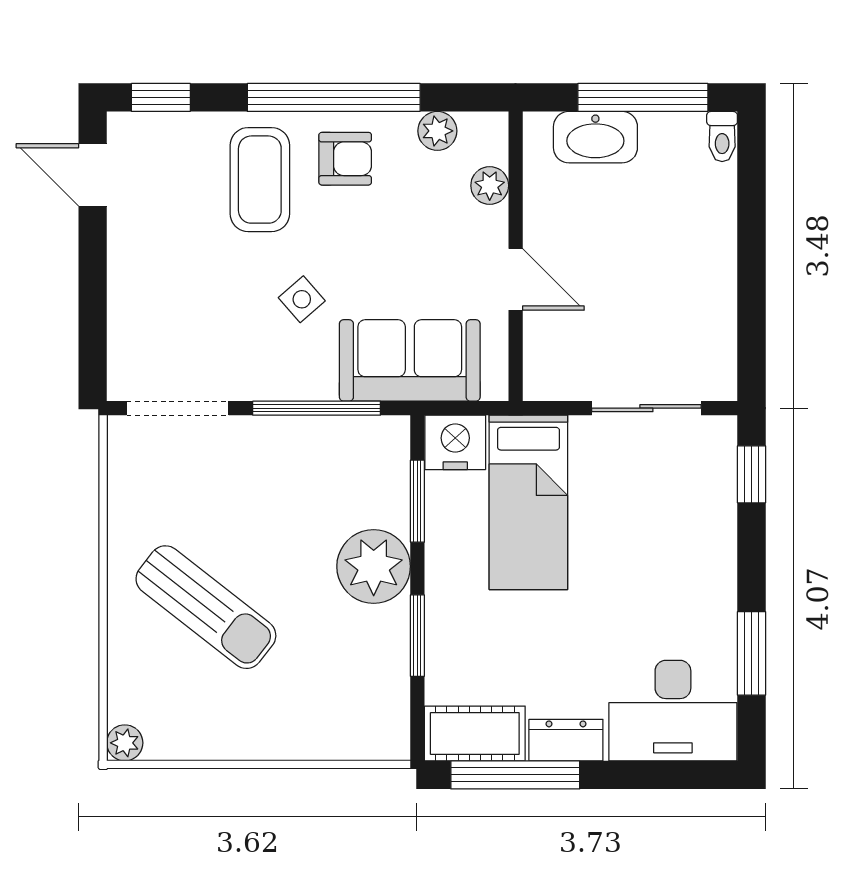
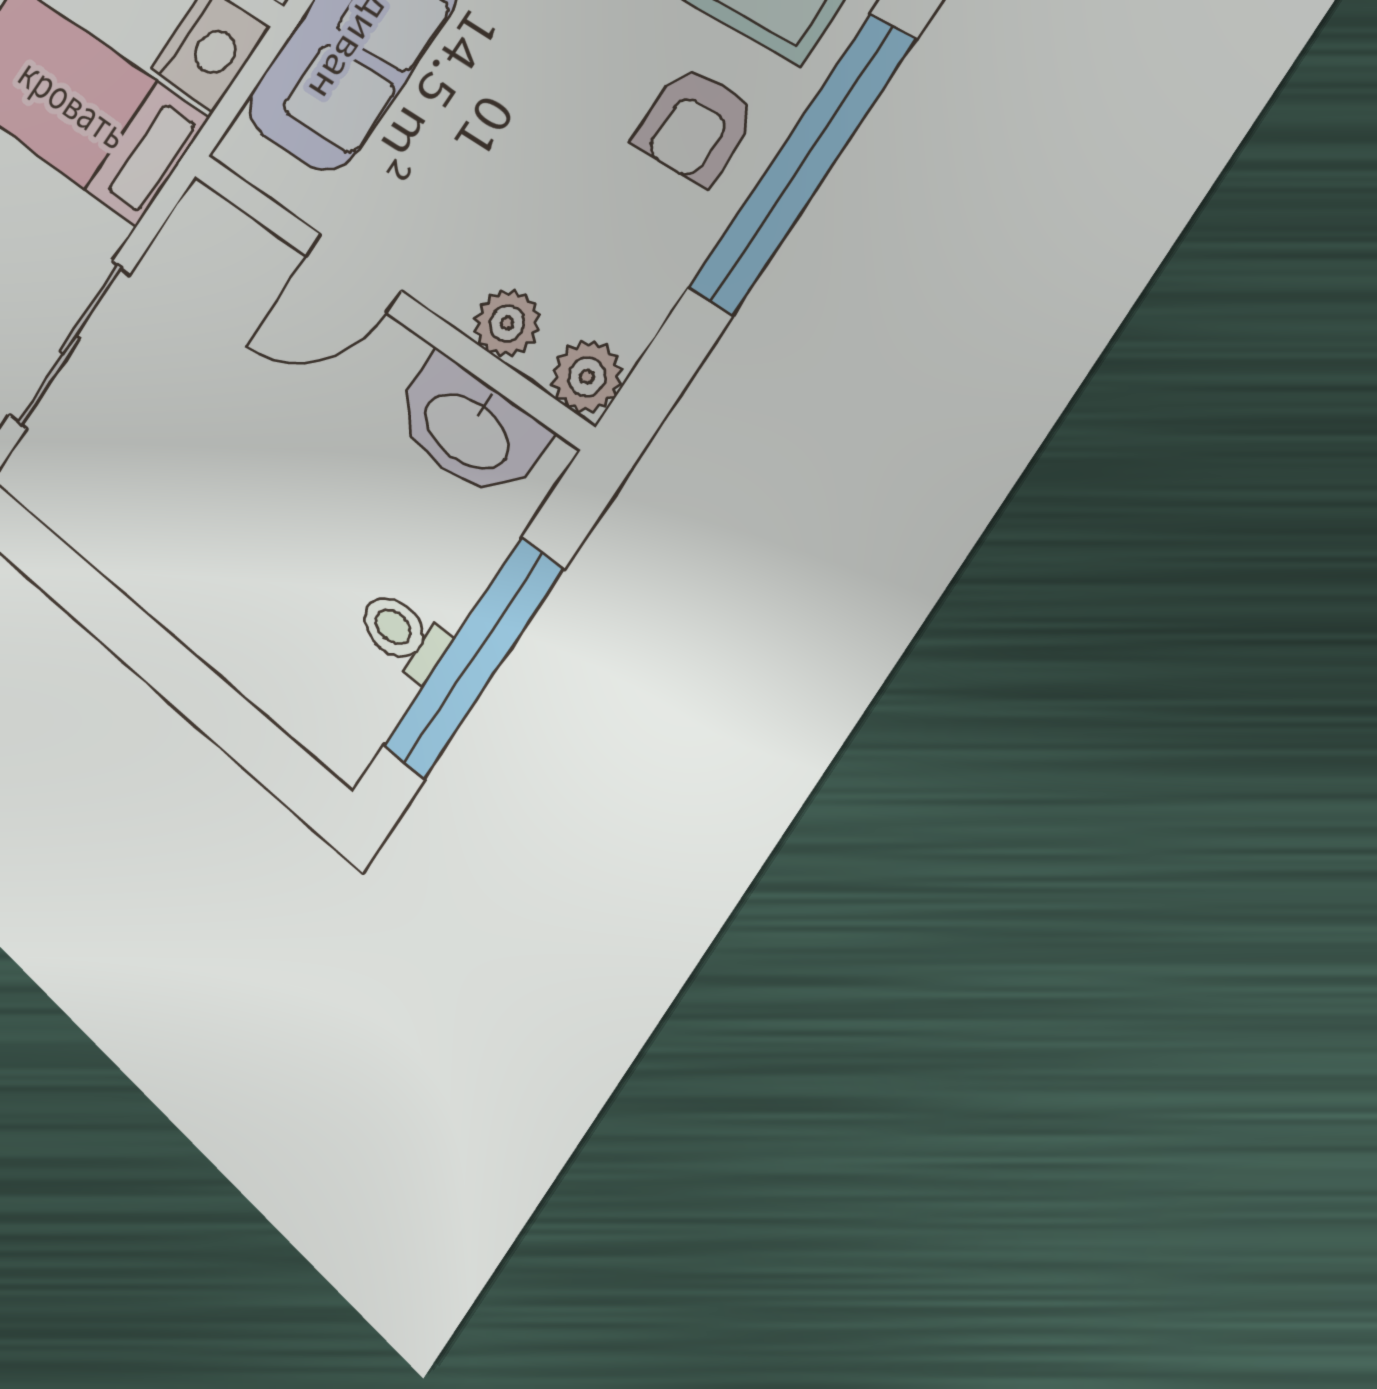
plant: (437, 131) -> (587, 377), moved
washbasin: (595, 137) -> (468, 429), moved, turned -90
toilet: (722, 137) -> (403, 635), moved

